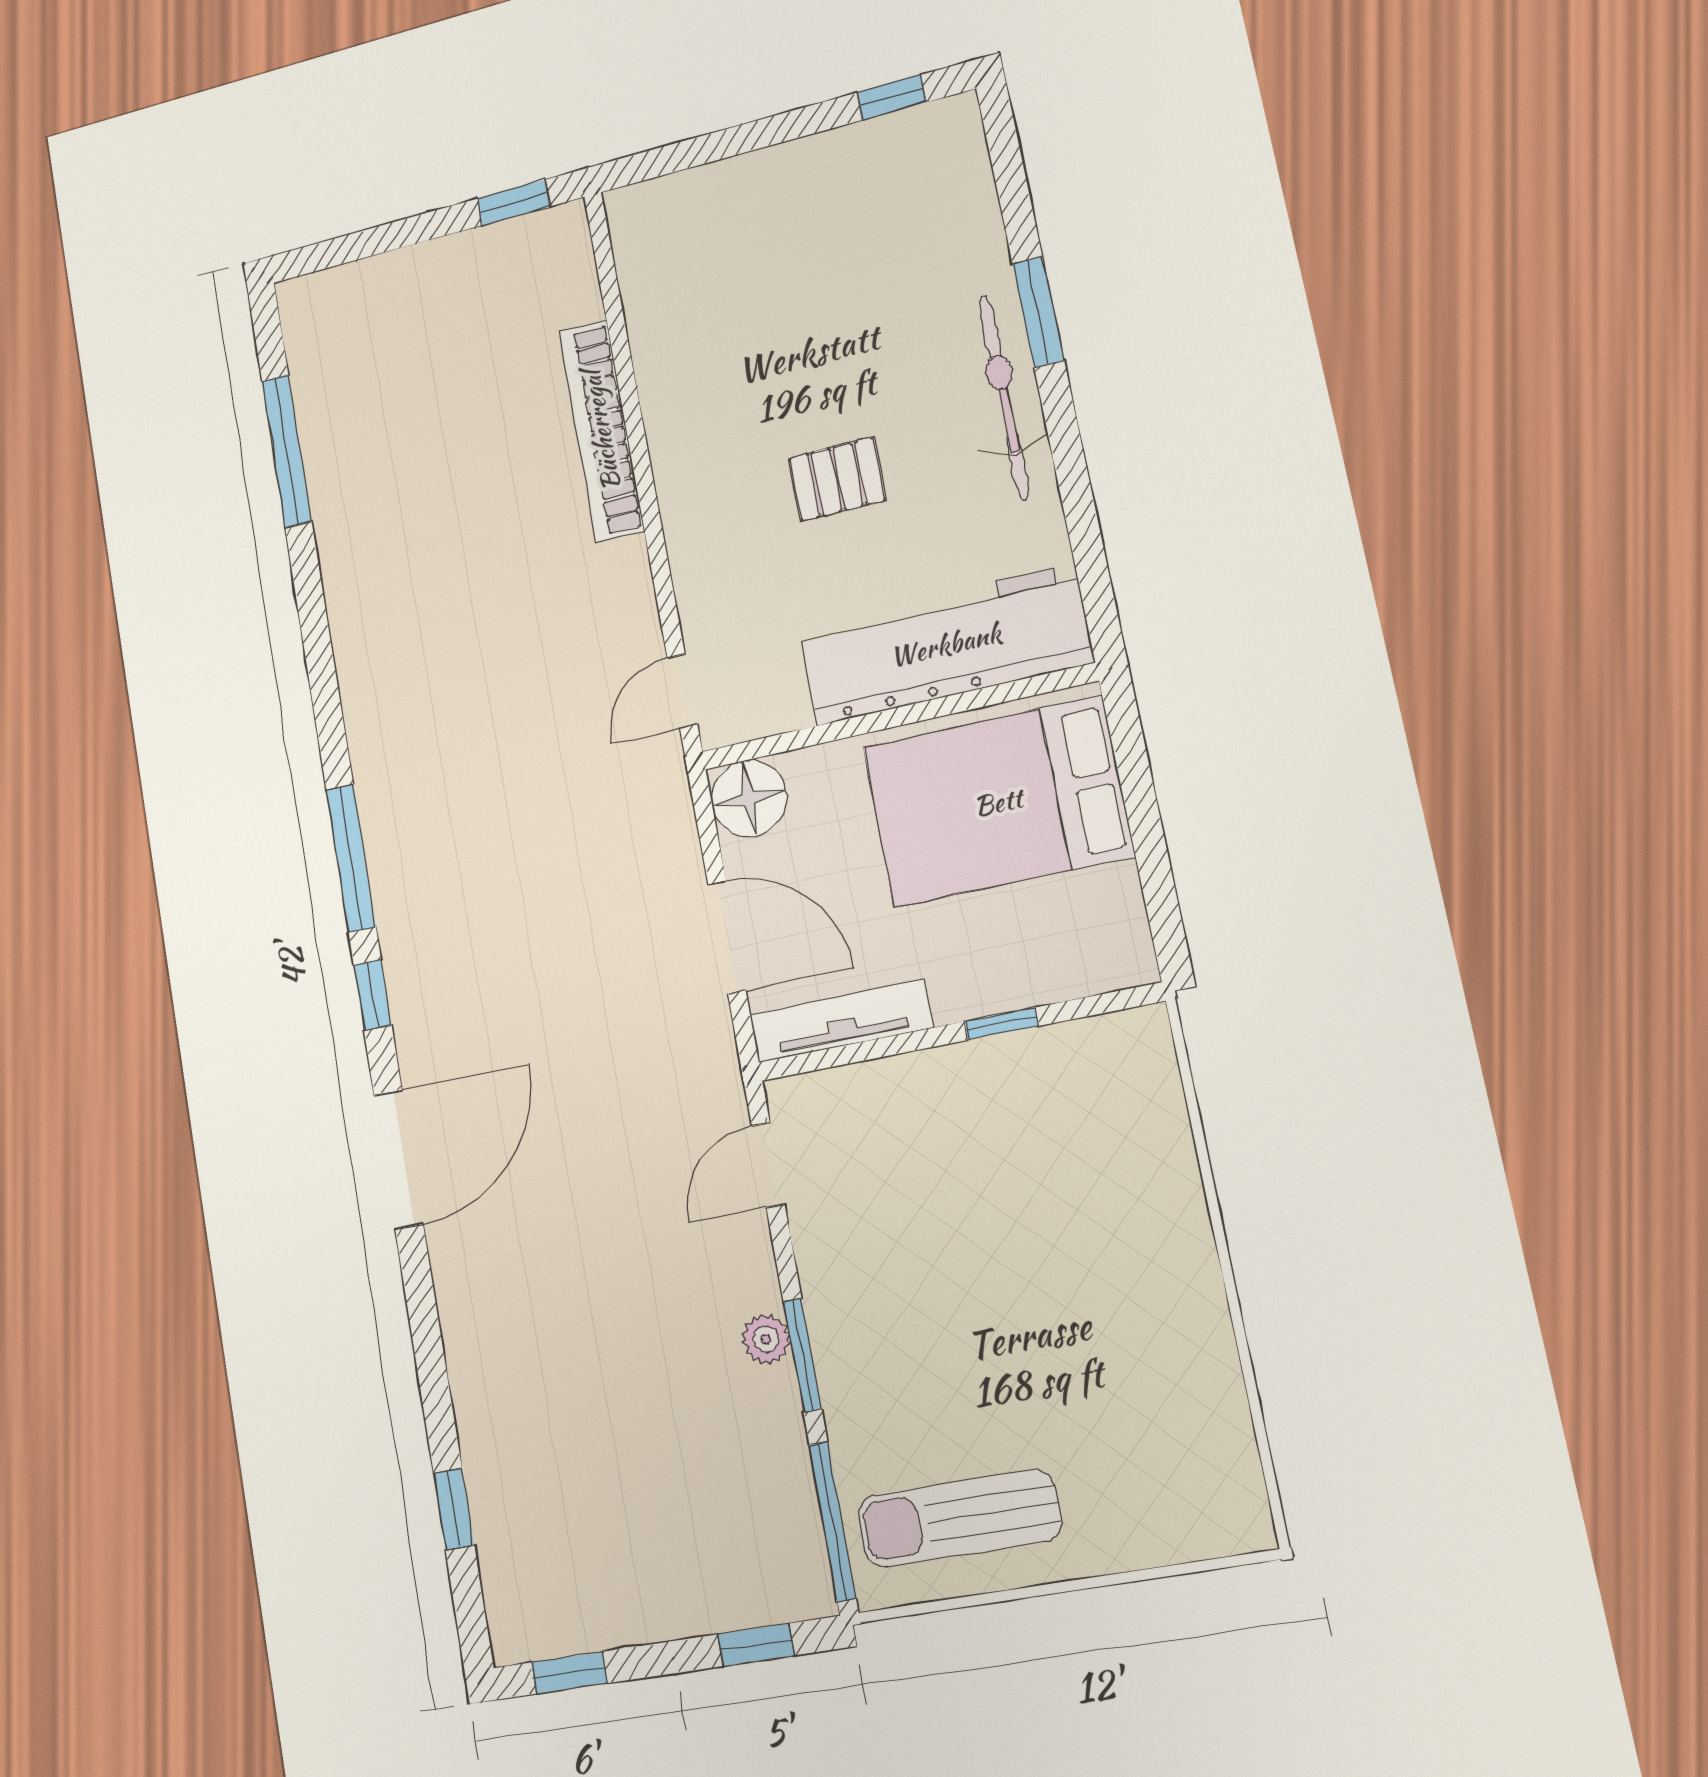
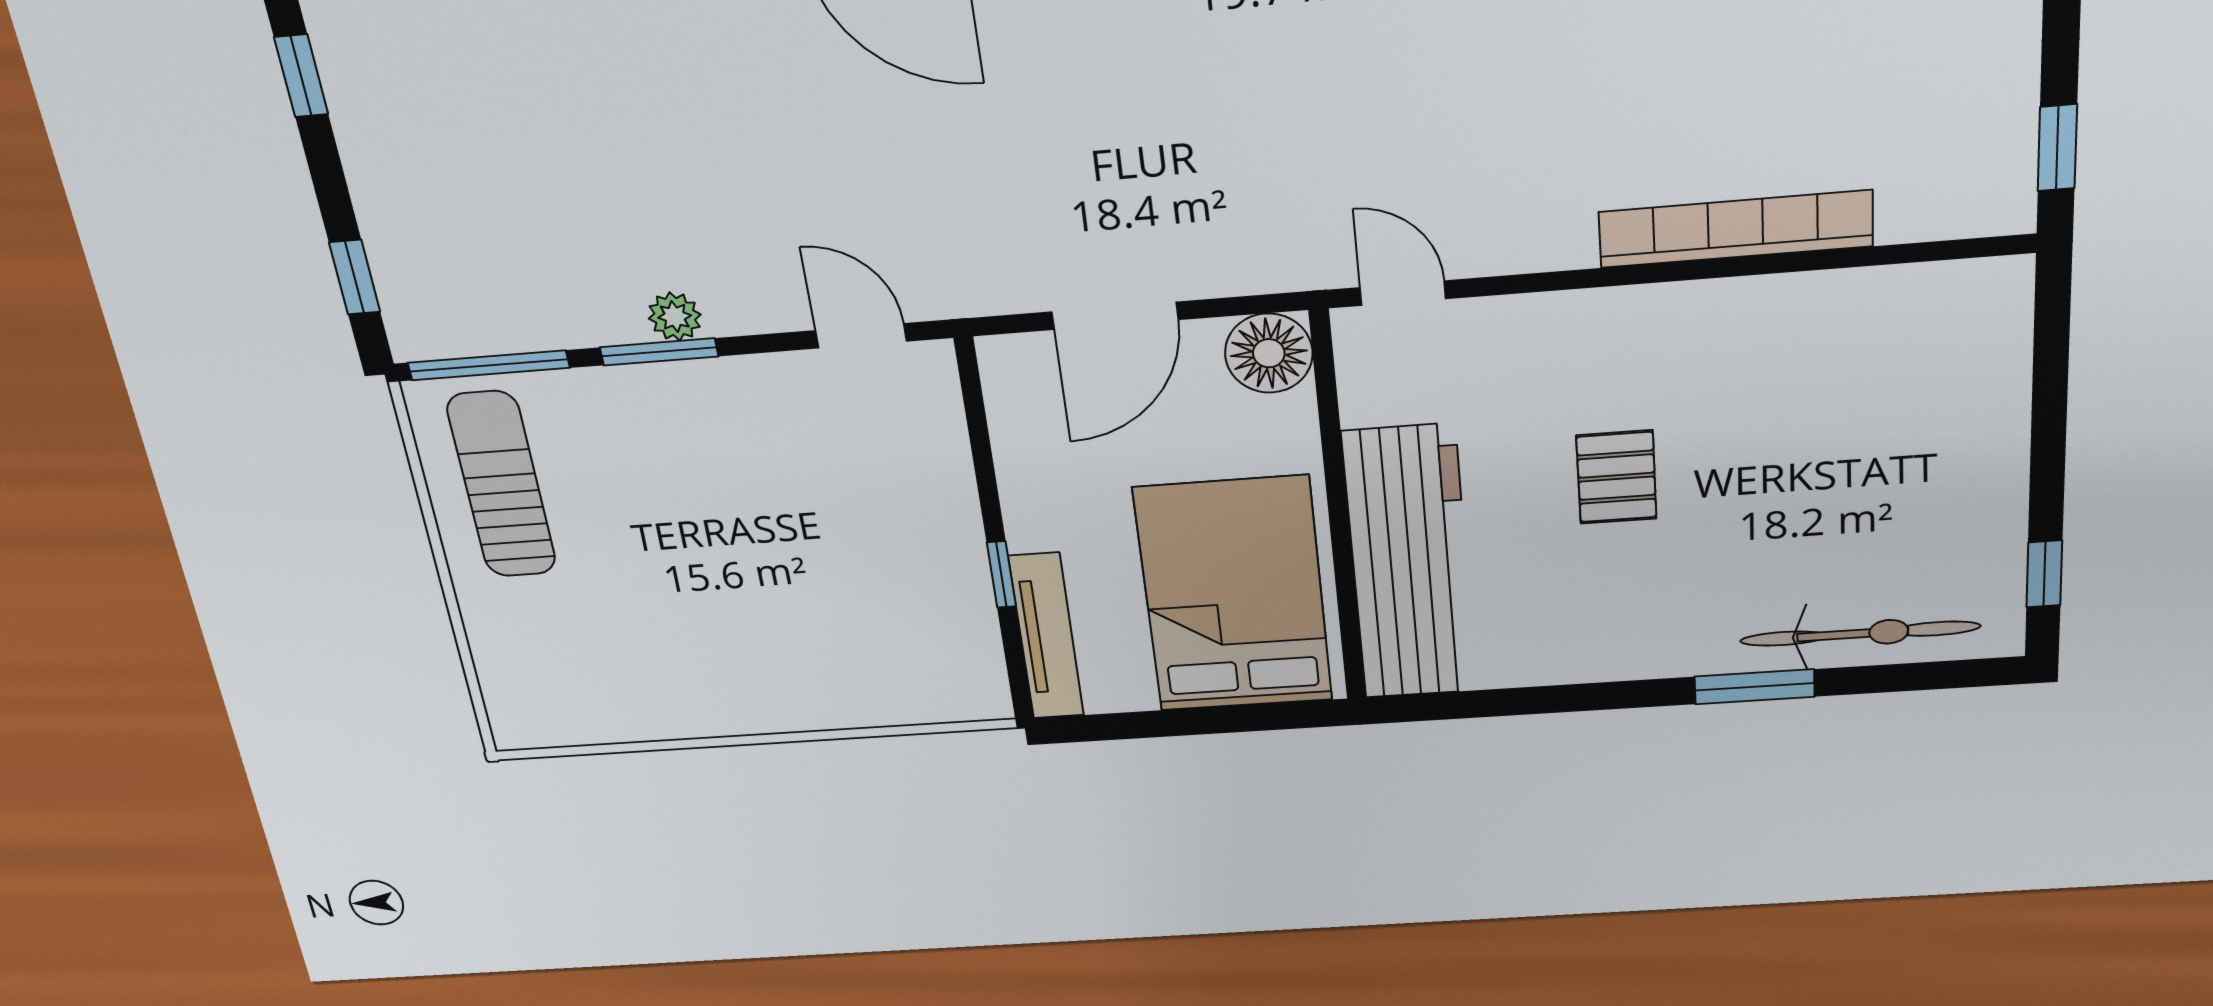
bicycle: (1004, 397) -> (1860, 634), moved
tv unit: (841, 1021) -> (1046, 636), moved

